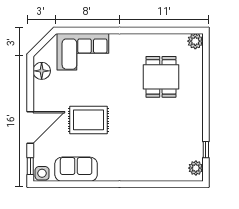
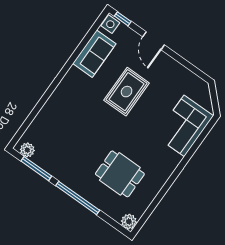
floor lamp: (42, 71) -> (192, 82), removed
window: (206, 98) -> (78, 198), added
door: (30, 128) -> (154, 41), width x0.73
window: (206, 150) -> (36, 169), width x2.17

